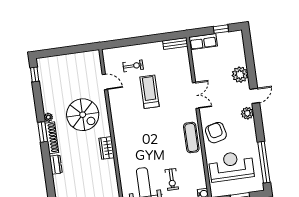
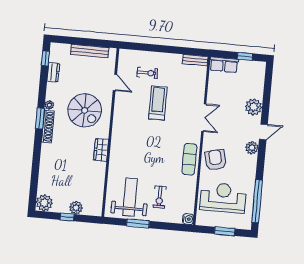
bench: (74, 58) -> (90, 51), added
dresser: (56, 165) -> (53, 72), moved

